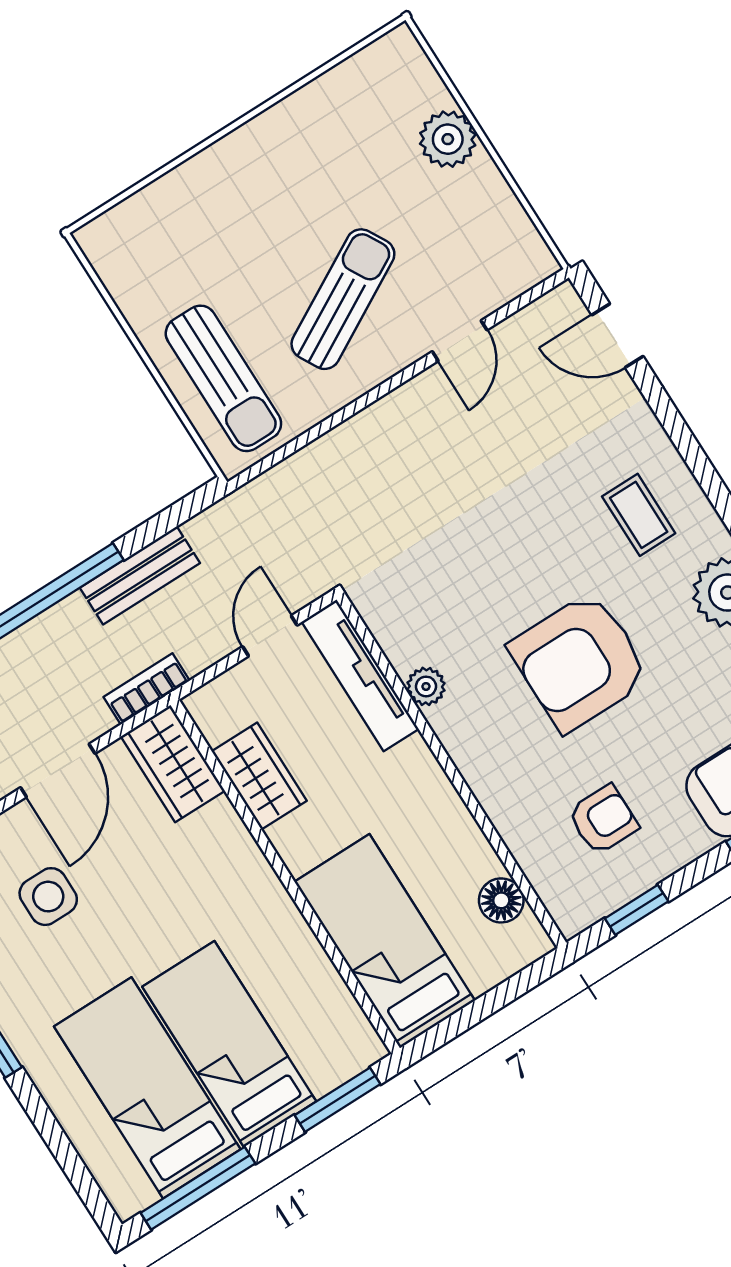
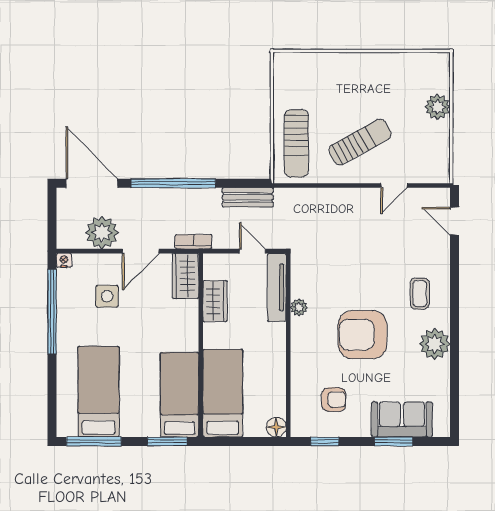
bench: (140, 575) -> (248, 197), moved
door: (270, 636) -> (252, 251), hinge flipped
floor lamp: (501, 900) -> (276, 427), moved
bed: (229, 1044) -> (180, 395), moved

